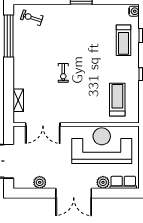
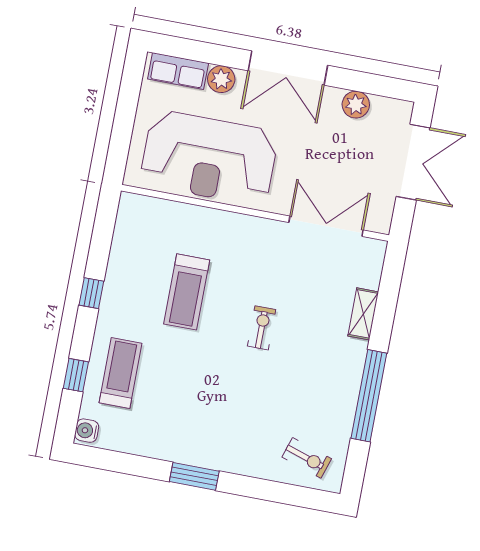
window: (9, 36) -> (369, 396), moved
shelving: (18, 100) -> (363, 314), moved
treadmill: (117, 100) -> (187, 292), moved
double door: (74, 193) -> (288, 68), swing flipped

